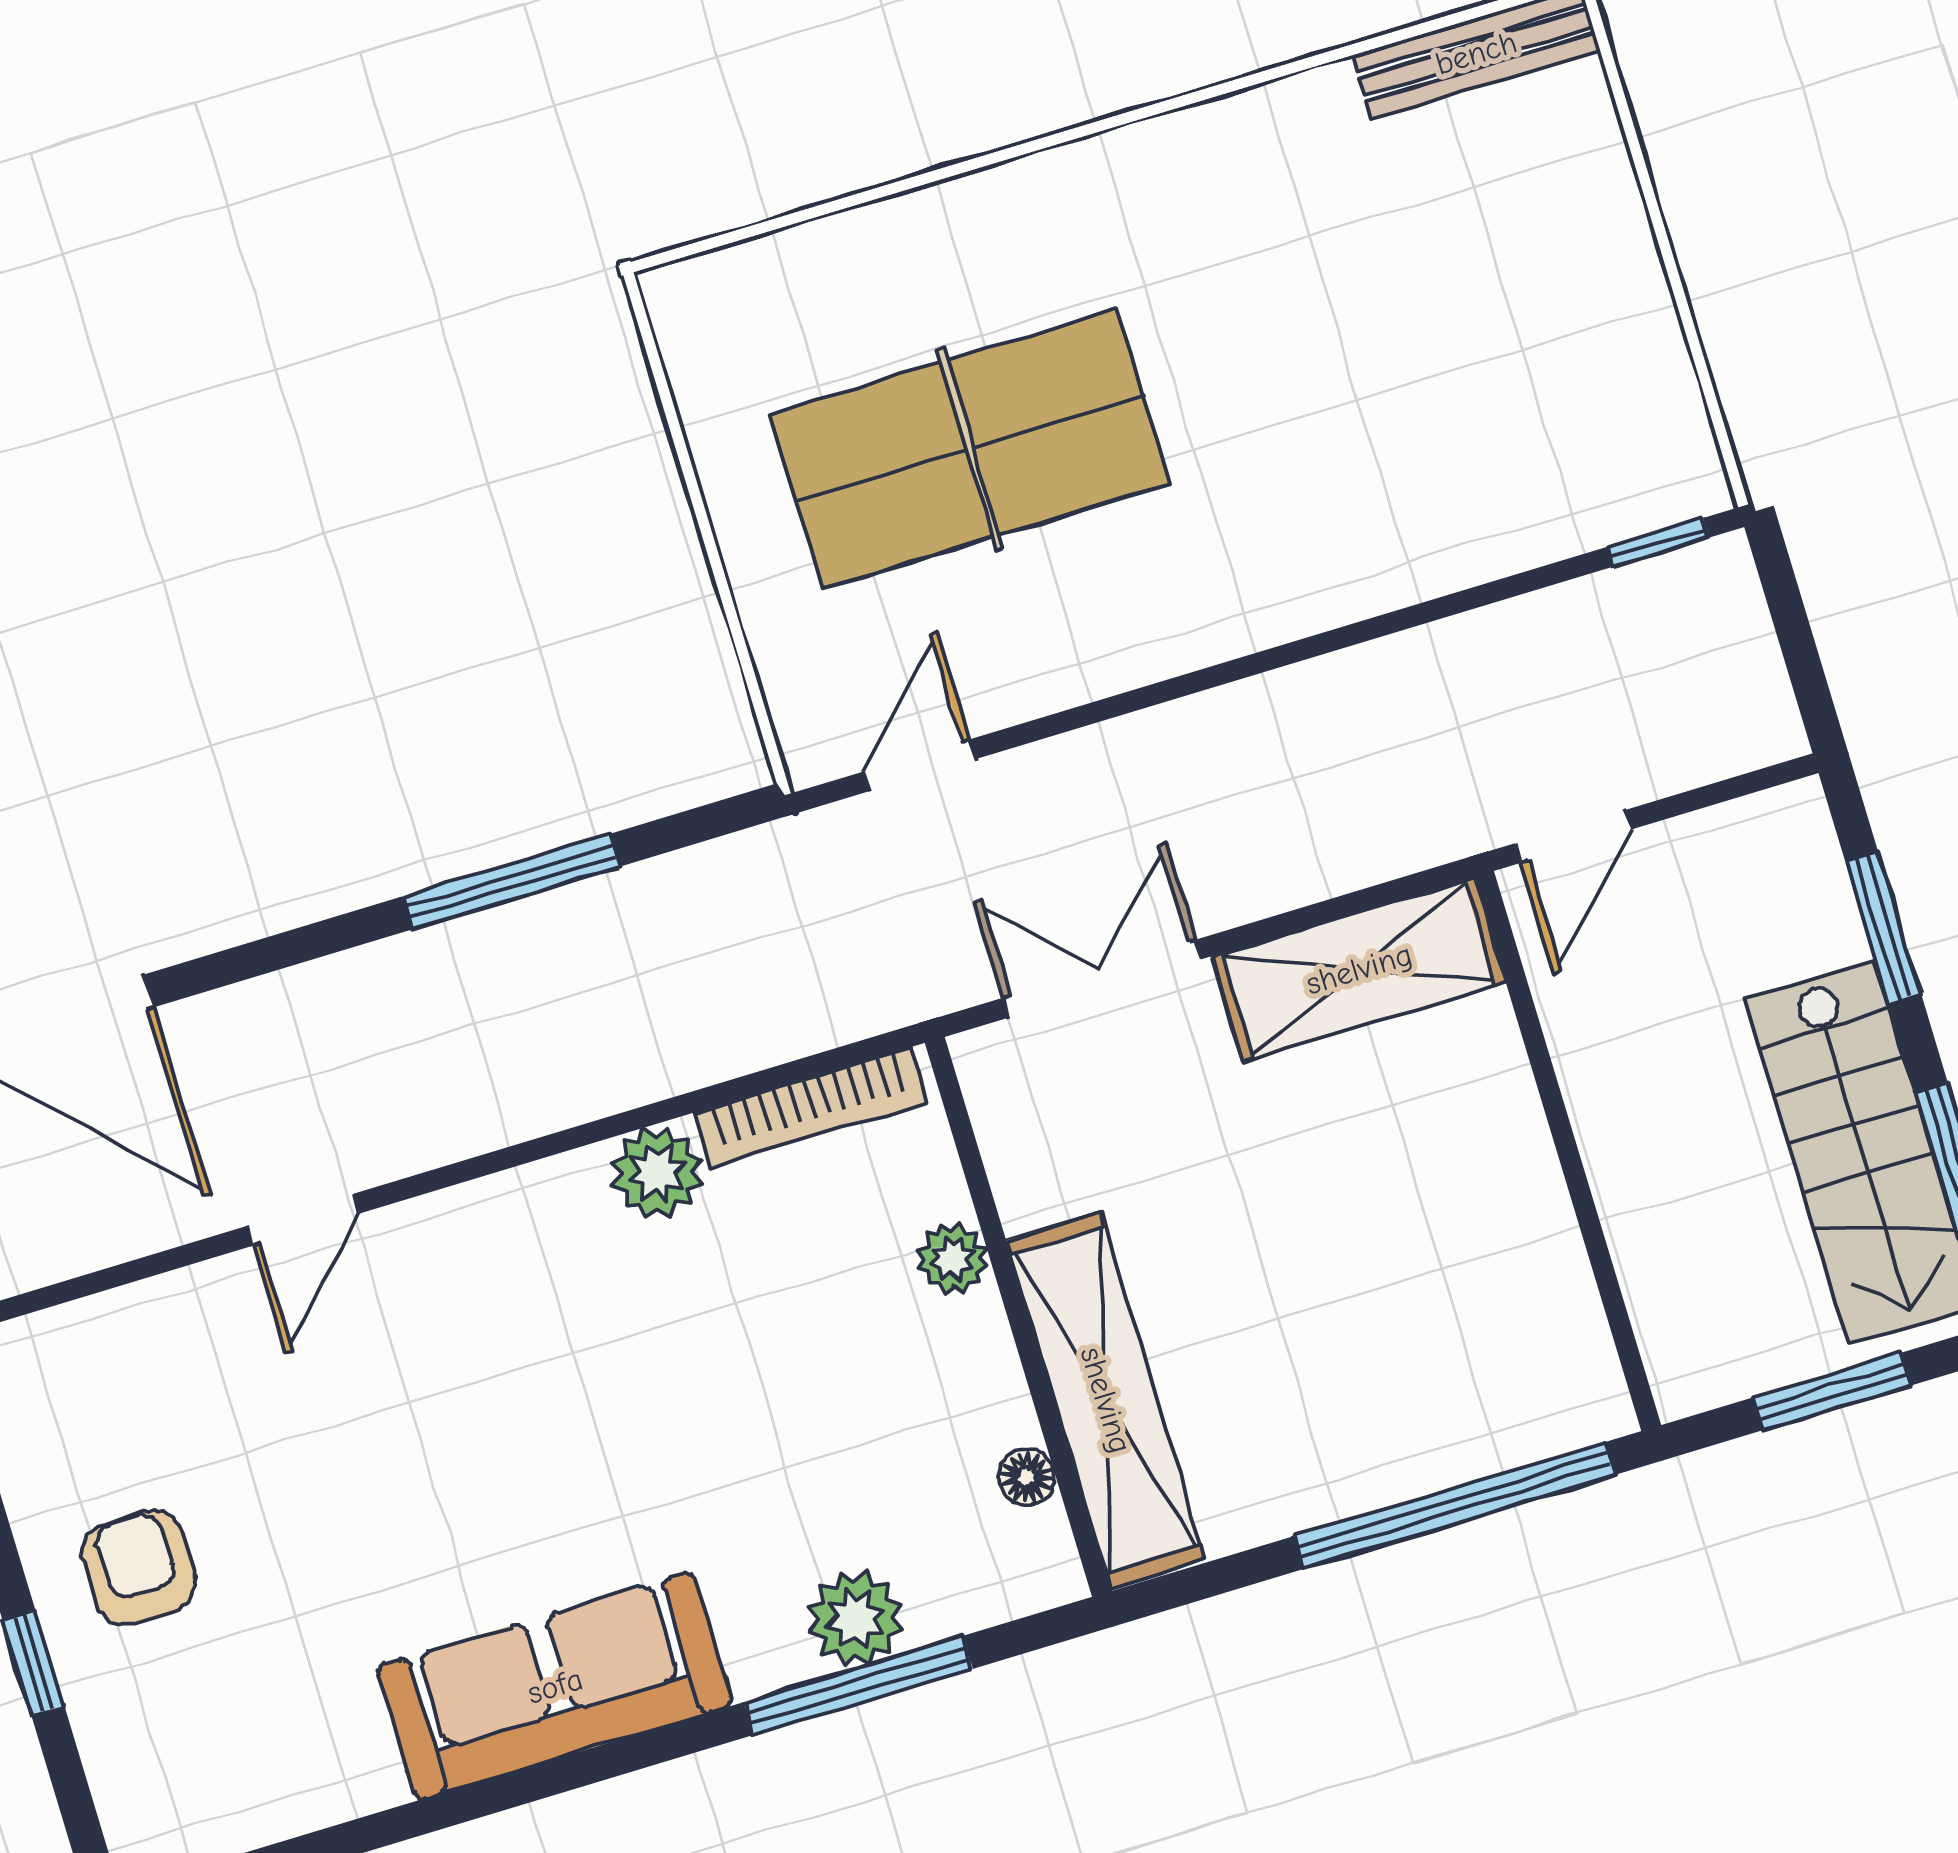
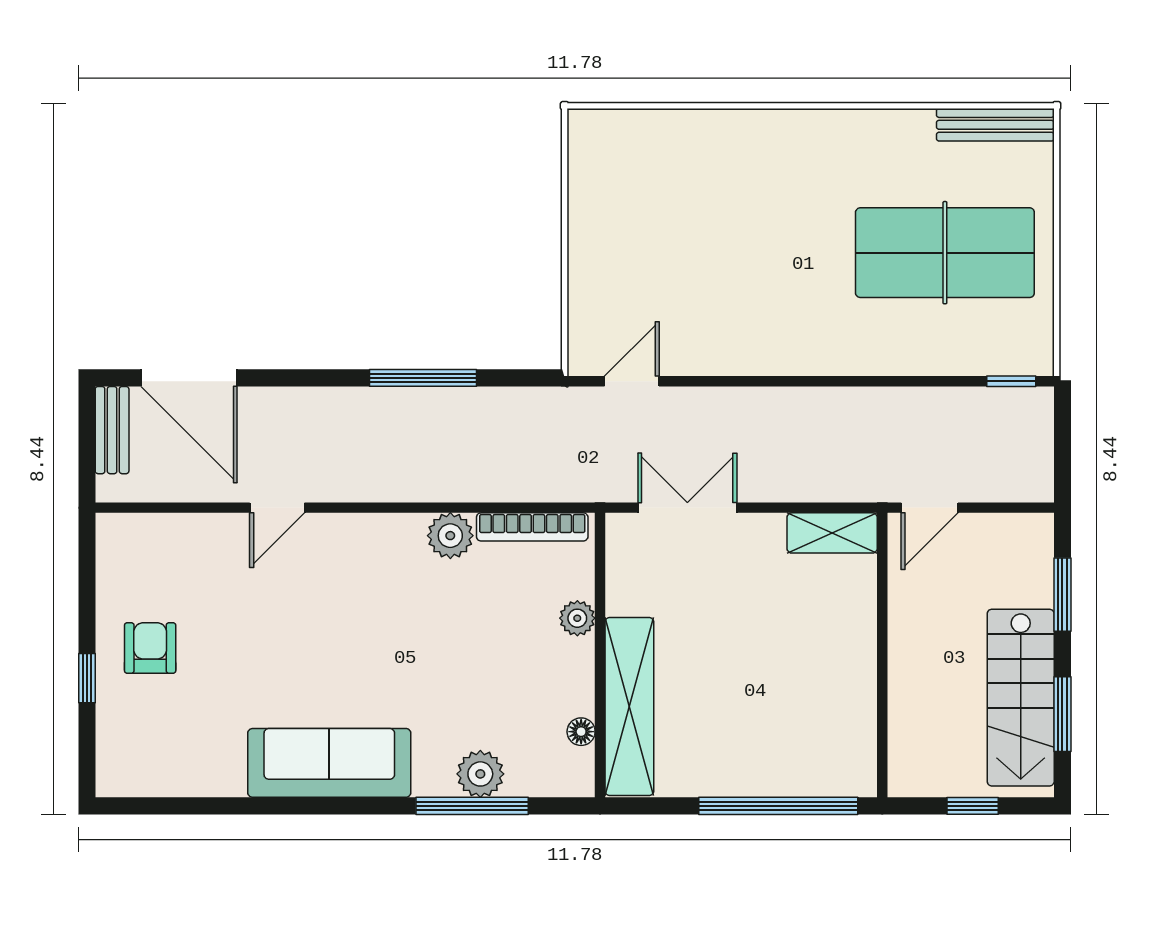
table tennis table: (970, 449) -> (945, 253), moved
shelving: (1359, 969) -> (832, 533), width x0.67, depth x0.75
window: (1832, 1391) -> (973, 806), width x0.67

